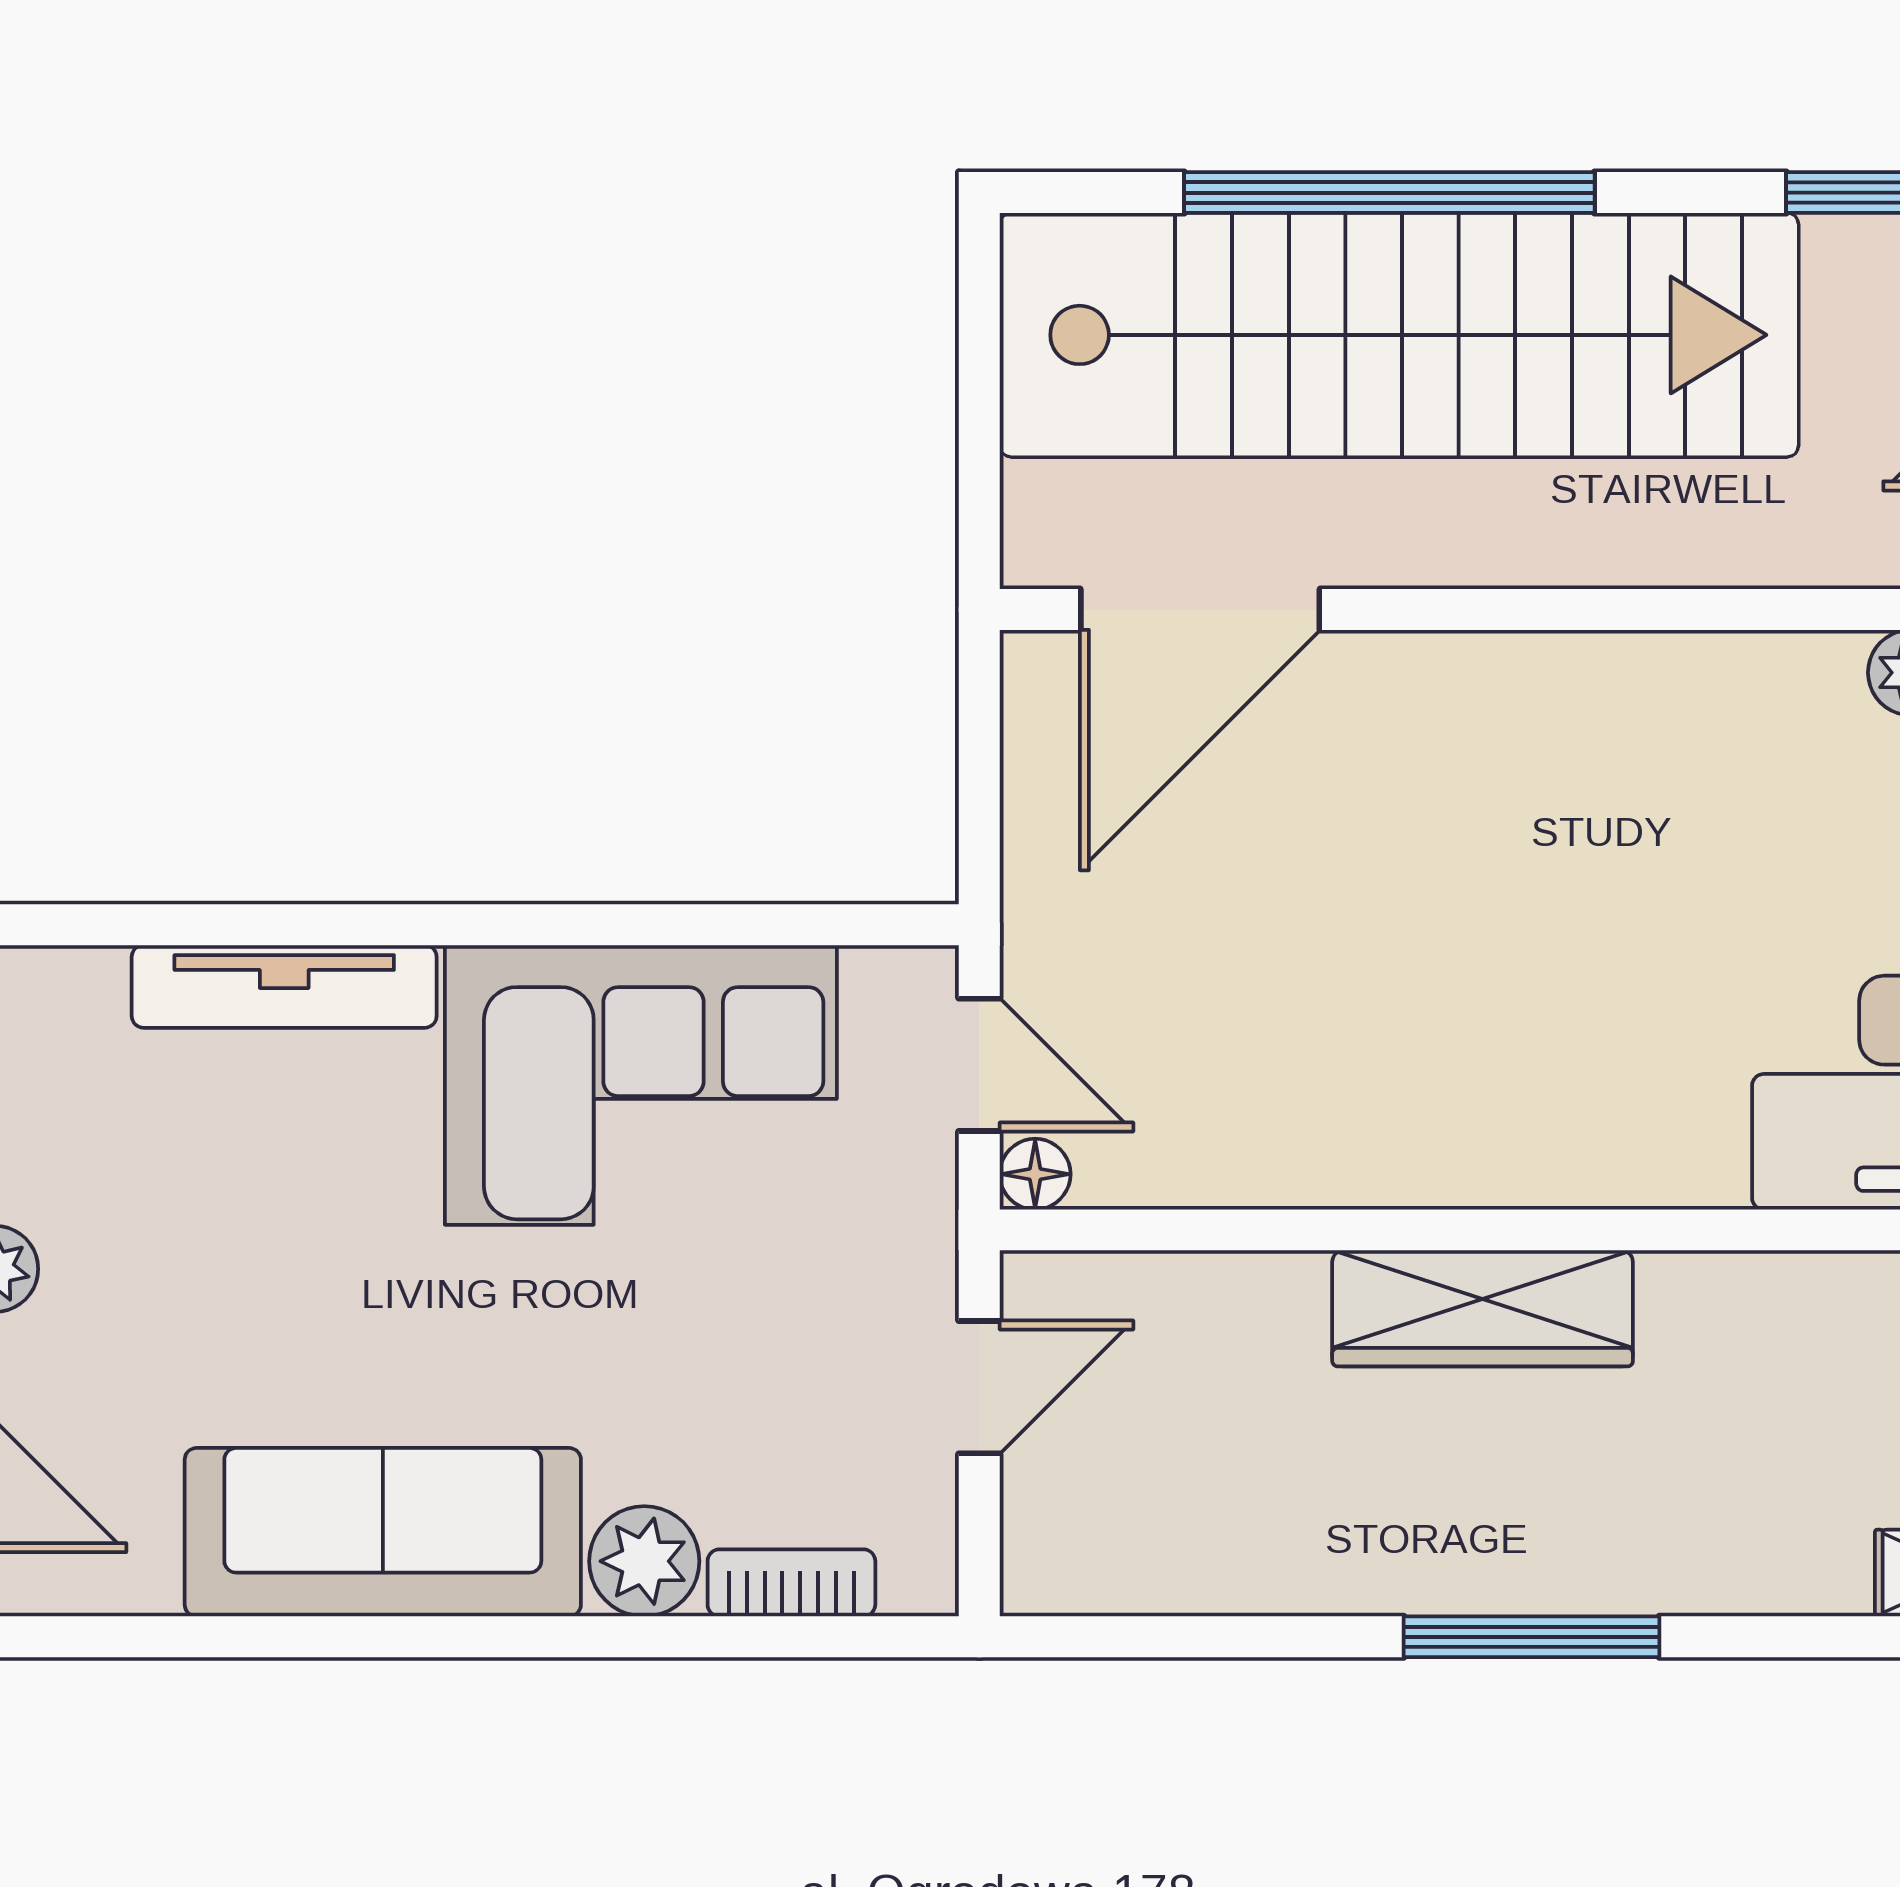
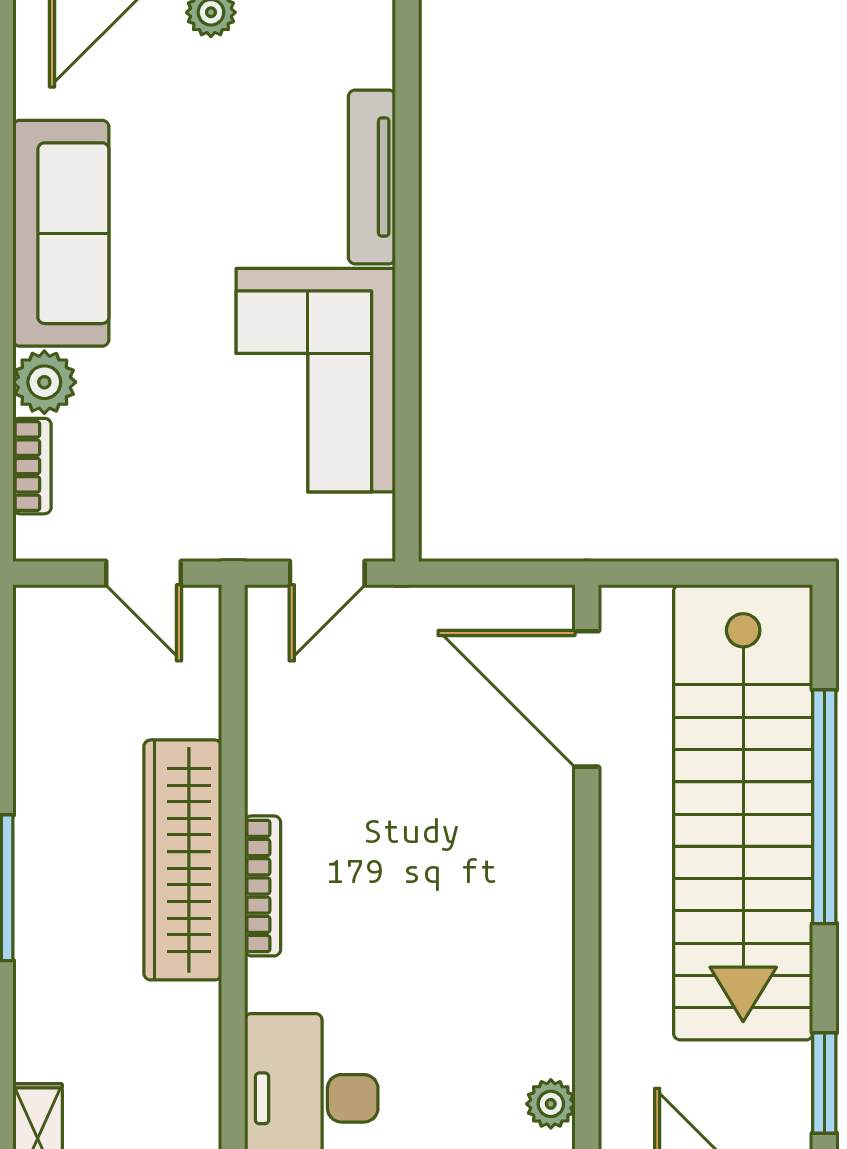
floor lamp: (1035, 1174) -> (265, 605), removed
bookcase: (1528, 1178) -> (263, 886), added
wardrobe: (1483, 1308) -> (183, 860), width x1.40, depth x1.17

